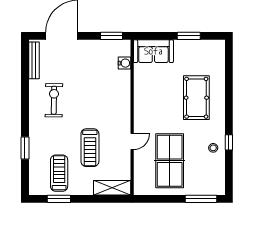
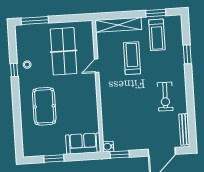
water cooler: (124, 63) -> (108, 147), moved
shelving: (112, 188) -> (118, 25), width x1.47

